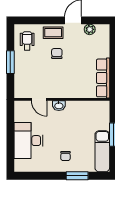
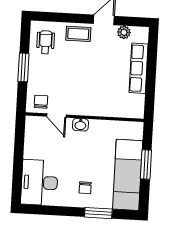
chair: (57, 53) -> (41, 102), moved
row of seats: (103, 78) -> (139, 68), moved
desk: (29, 141) -> (39, 182), moved
exam couch: (102, 151) -> (128, 175), width x1.36, depth x1.45

